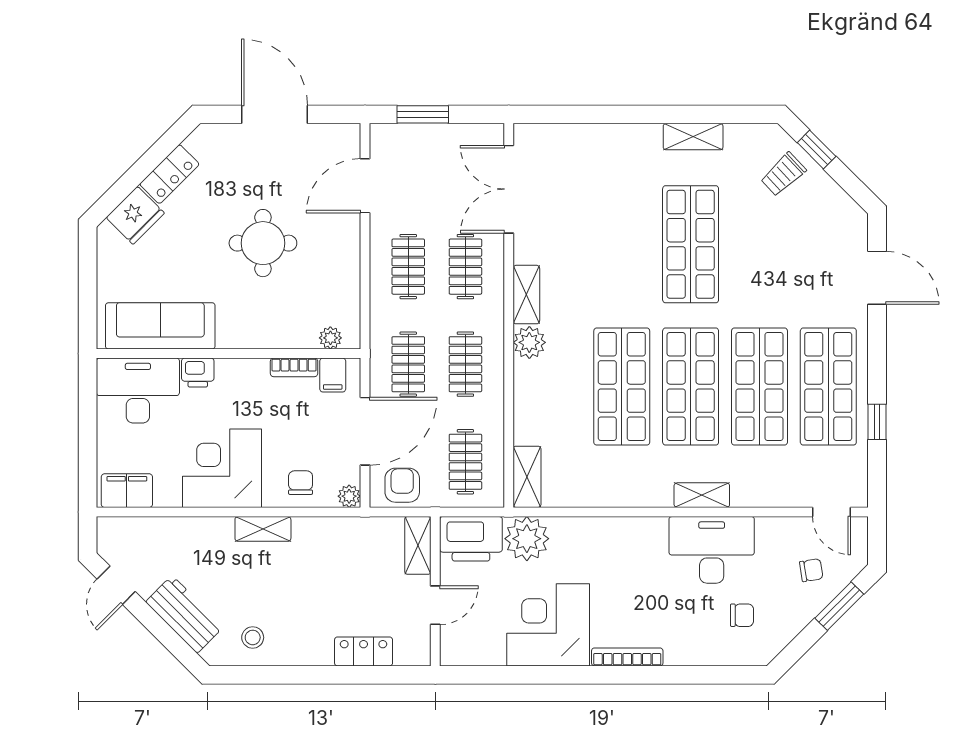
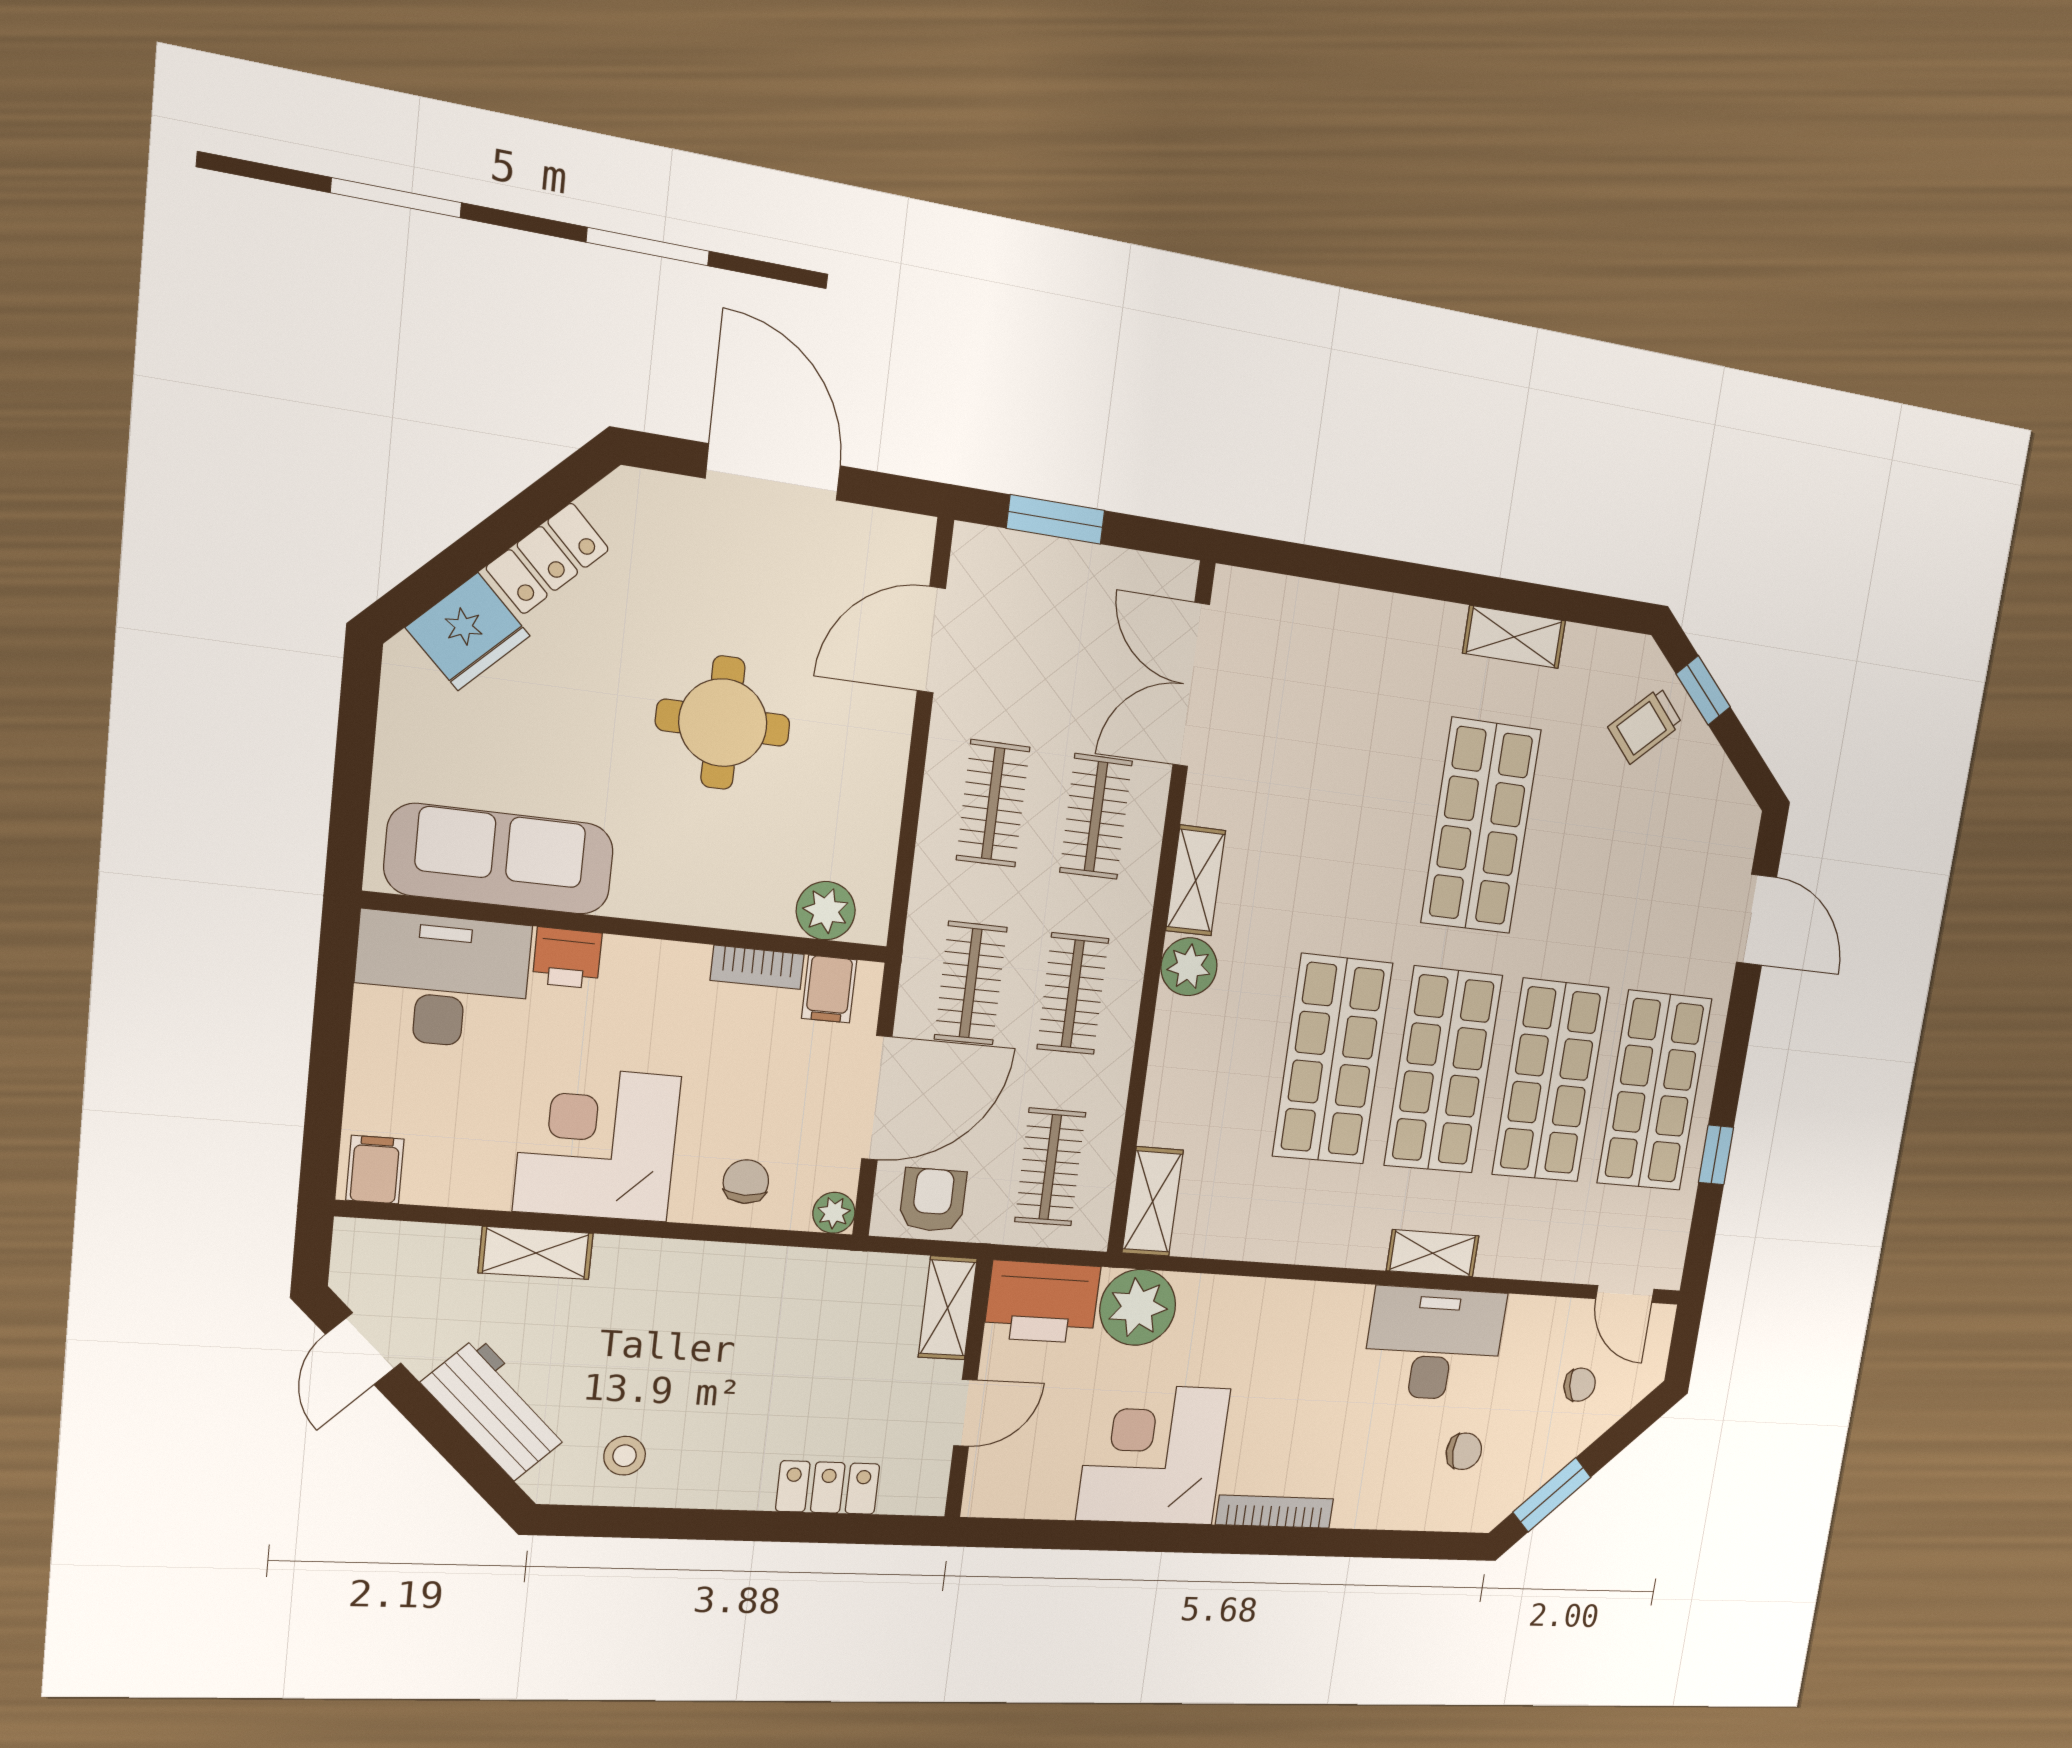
plant: (330, 338) -> (826, 911), width x1.38, depth x1.38
filing cabinet: (127, 491) -> (375, 1170), width x0.50
shelving: (263, 529) -> (536, 1253), moved
window: (839, 606) -> (1552, 1495), moved

